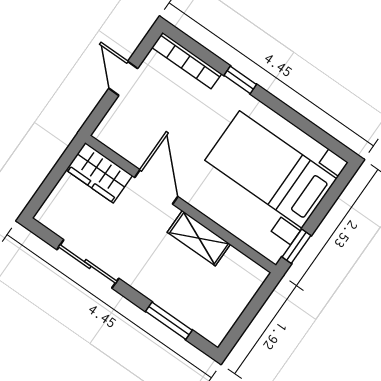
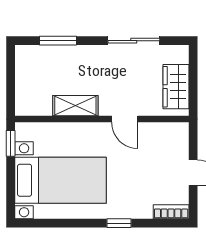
bookcase: (187, 61) -> (171, 212), width x0.64
wardrobe: (99, 173) -> (176, 87), moved, turned -90
door: (156, 187) -> (125, 119), width x0.73

